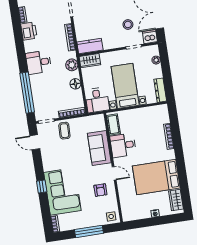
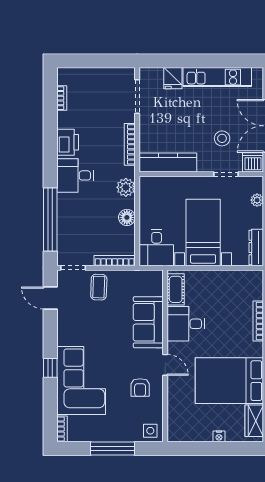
printer: (29, 31) -> (68, 142), moved
kitchen counter: (90, 46) -> (168, 163), width x1.50
wardrobe: (90, 61) -> (155, 185), removed

